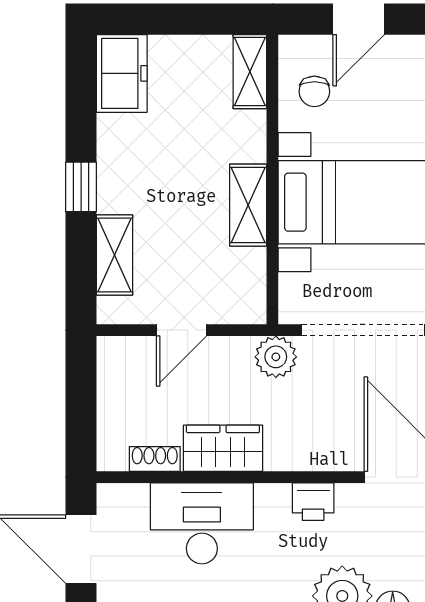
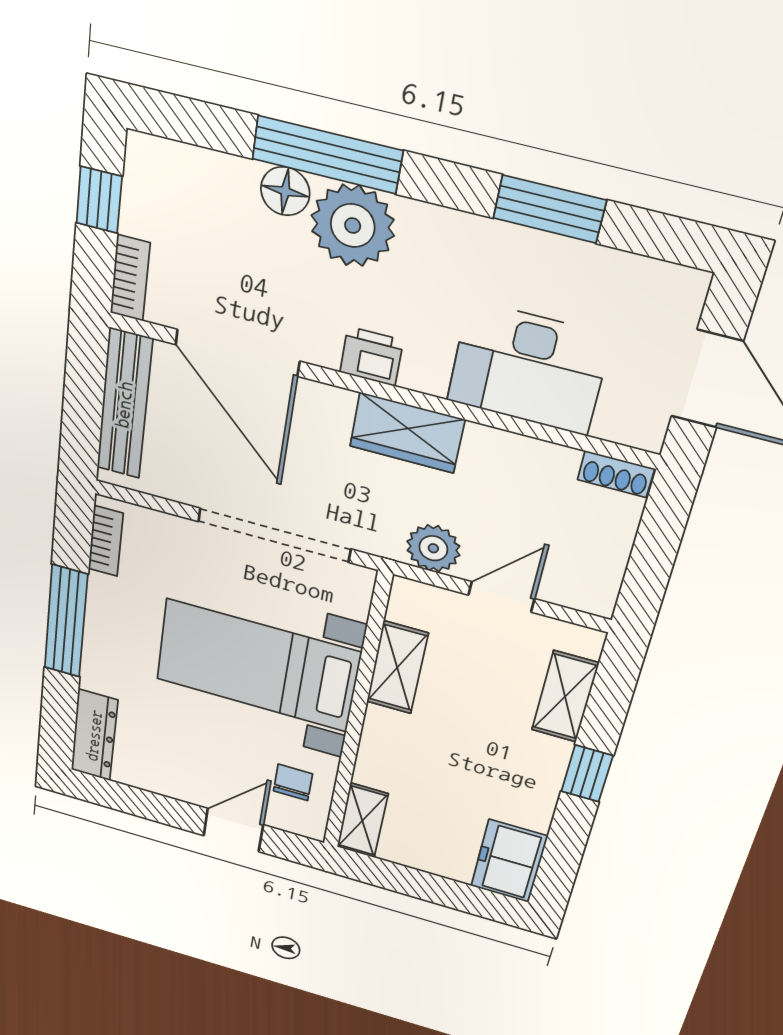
shelving: (248, 205) -> (397, 668), moved
plant: (276, 357) -> (433, 548), moved
wardrobe: (223, 448) -> (407, 433), moved
shoe rack: (155, 459) -> (616, 474), moved

